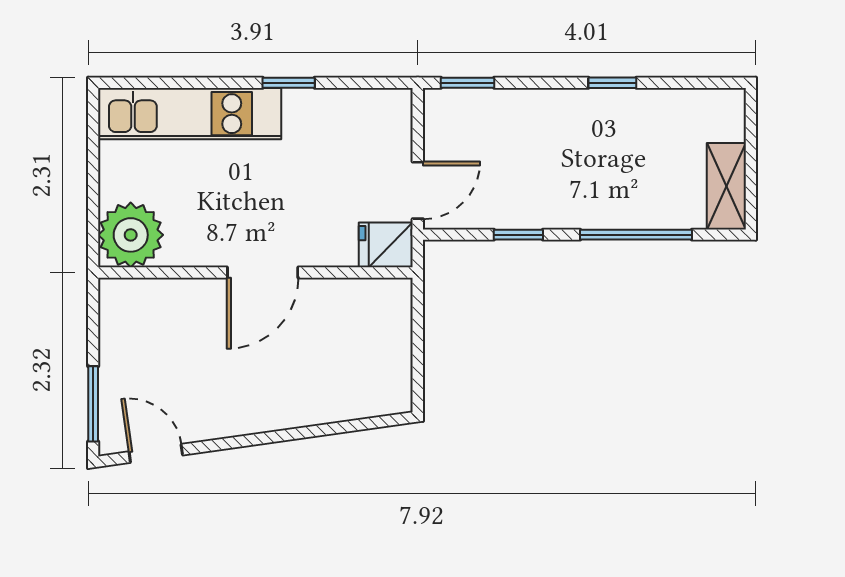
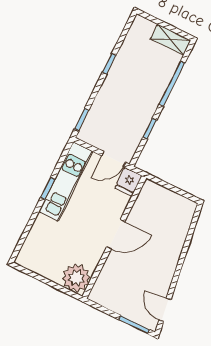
kitchen unit: (190, 114) -> (66, 182), moved
door: (418, 190) -> (114, 159), swing flipped
door: (263, 273) -> (116, 234), hinge flipped
door: (156, 453) -> (165, 310), hinge flipped

